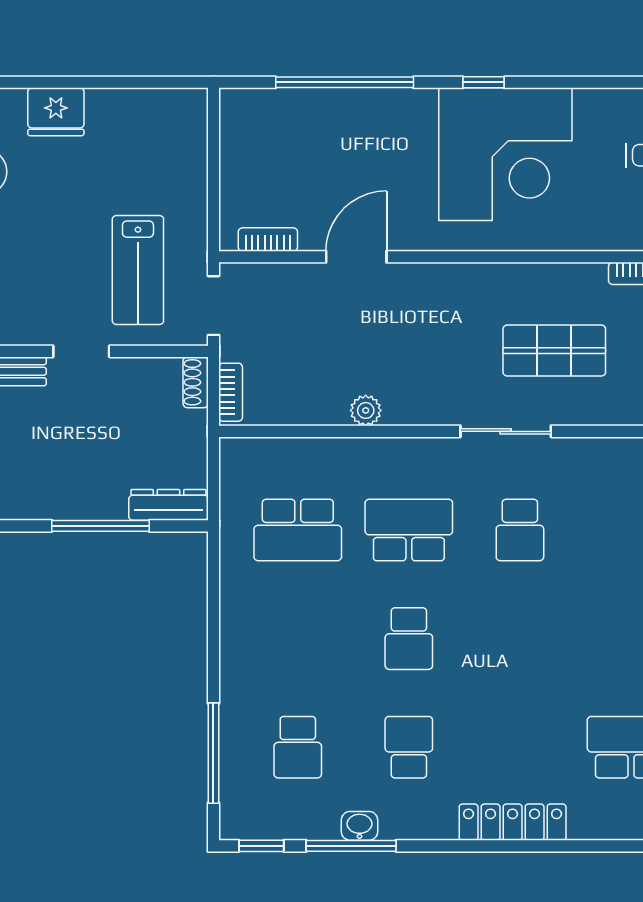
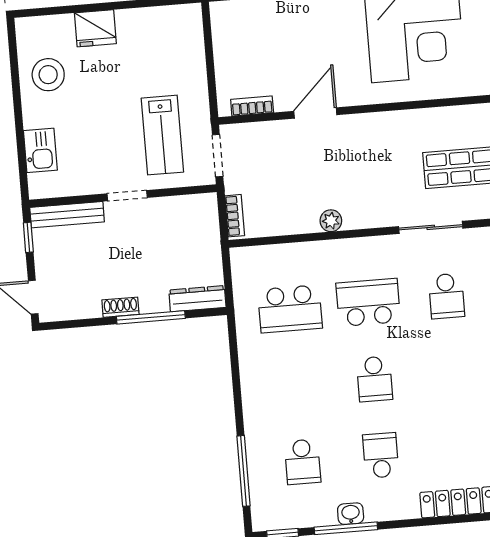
shoe rack: (196, 382) -> (120, 307), moved, turned 90

